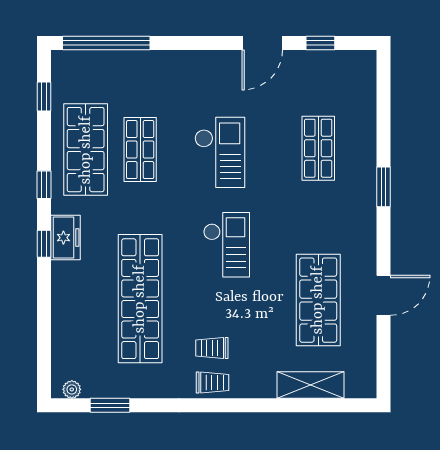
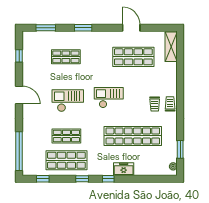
door: (262, 43) -> (19, 95), moved
window: (384, 103) -> (46, 28), added
freezer: (66, 238) -> (124, 169), moved
shelving: (311, 385) -> (171, 47), moved

